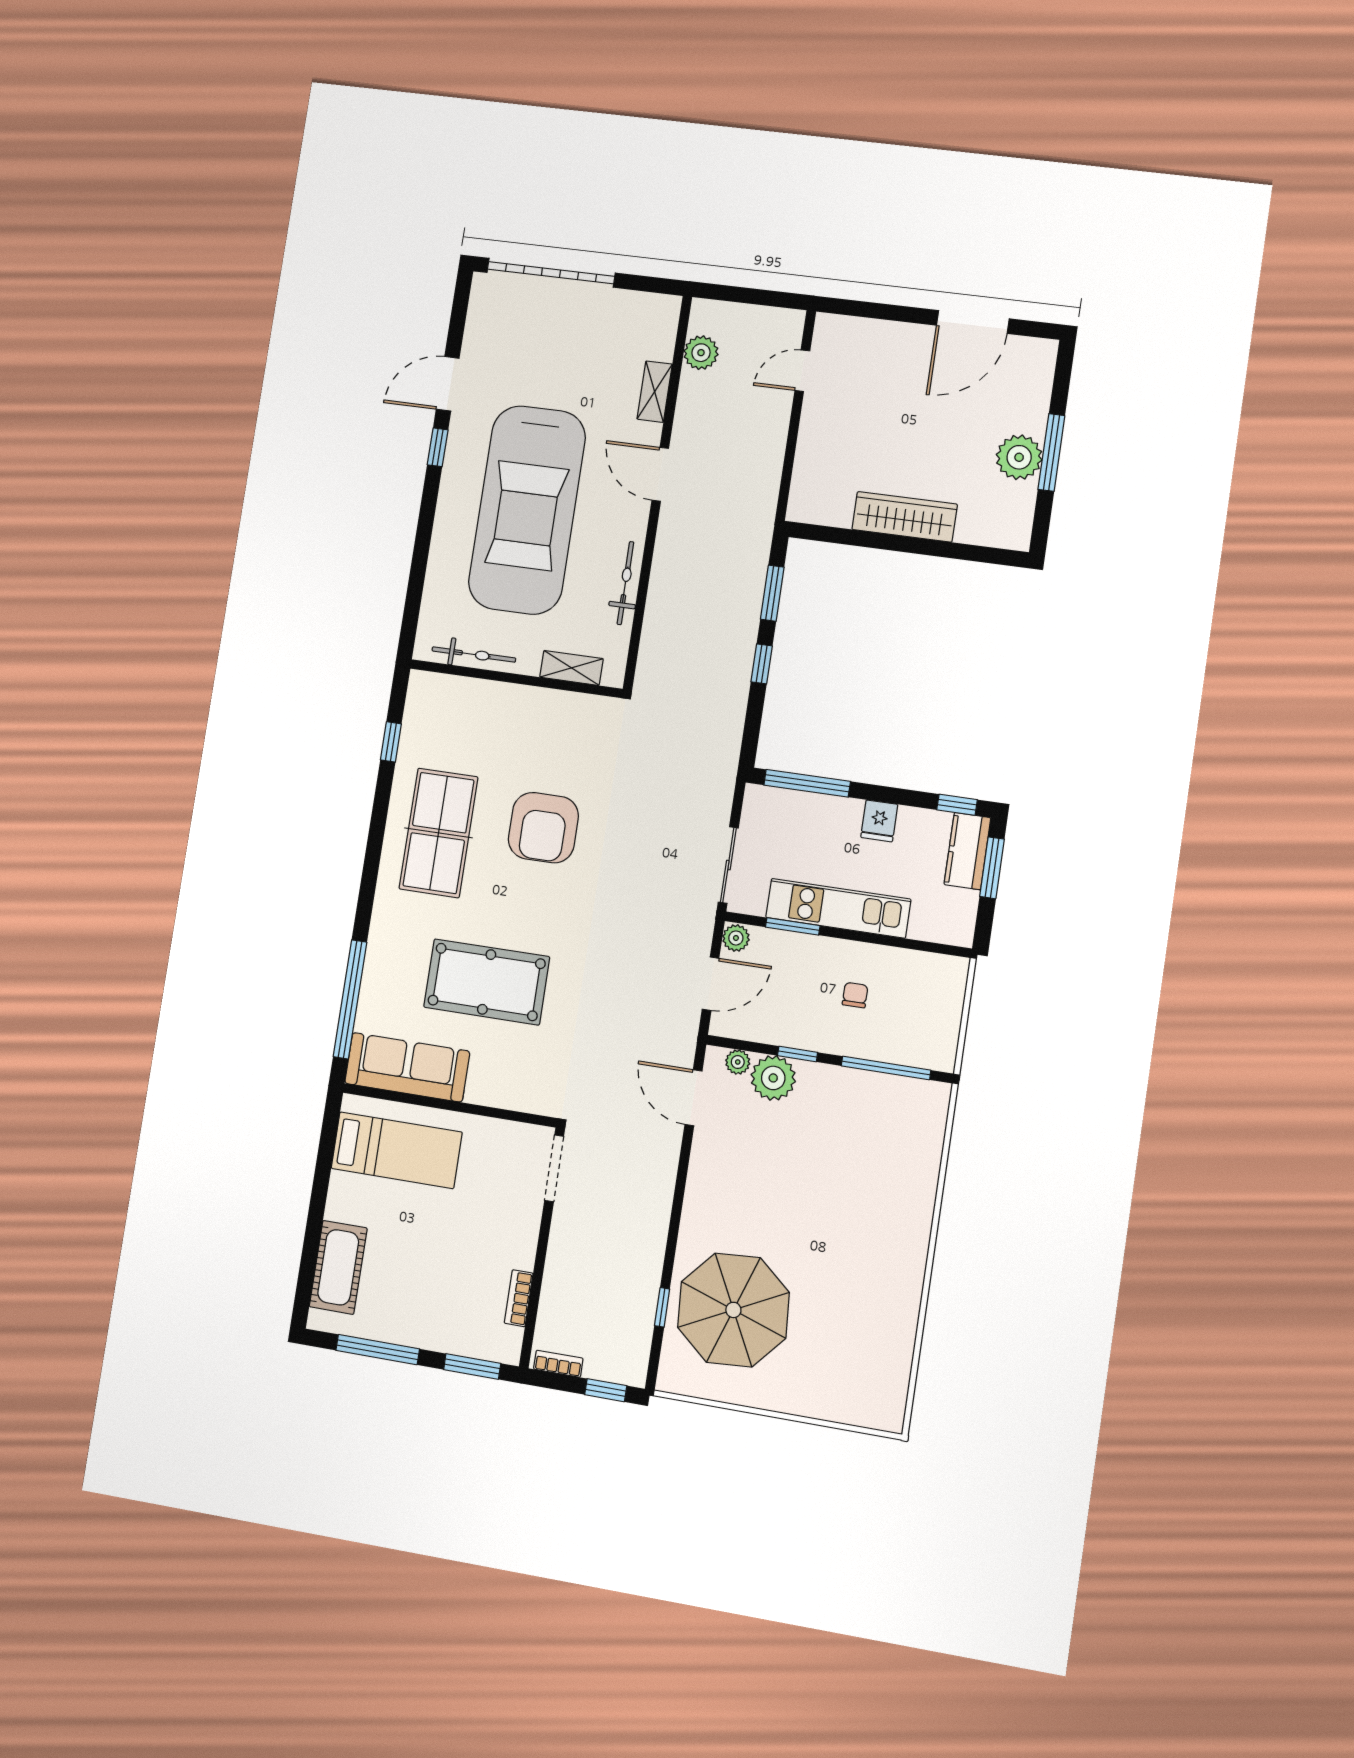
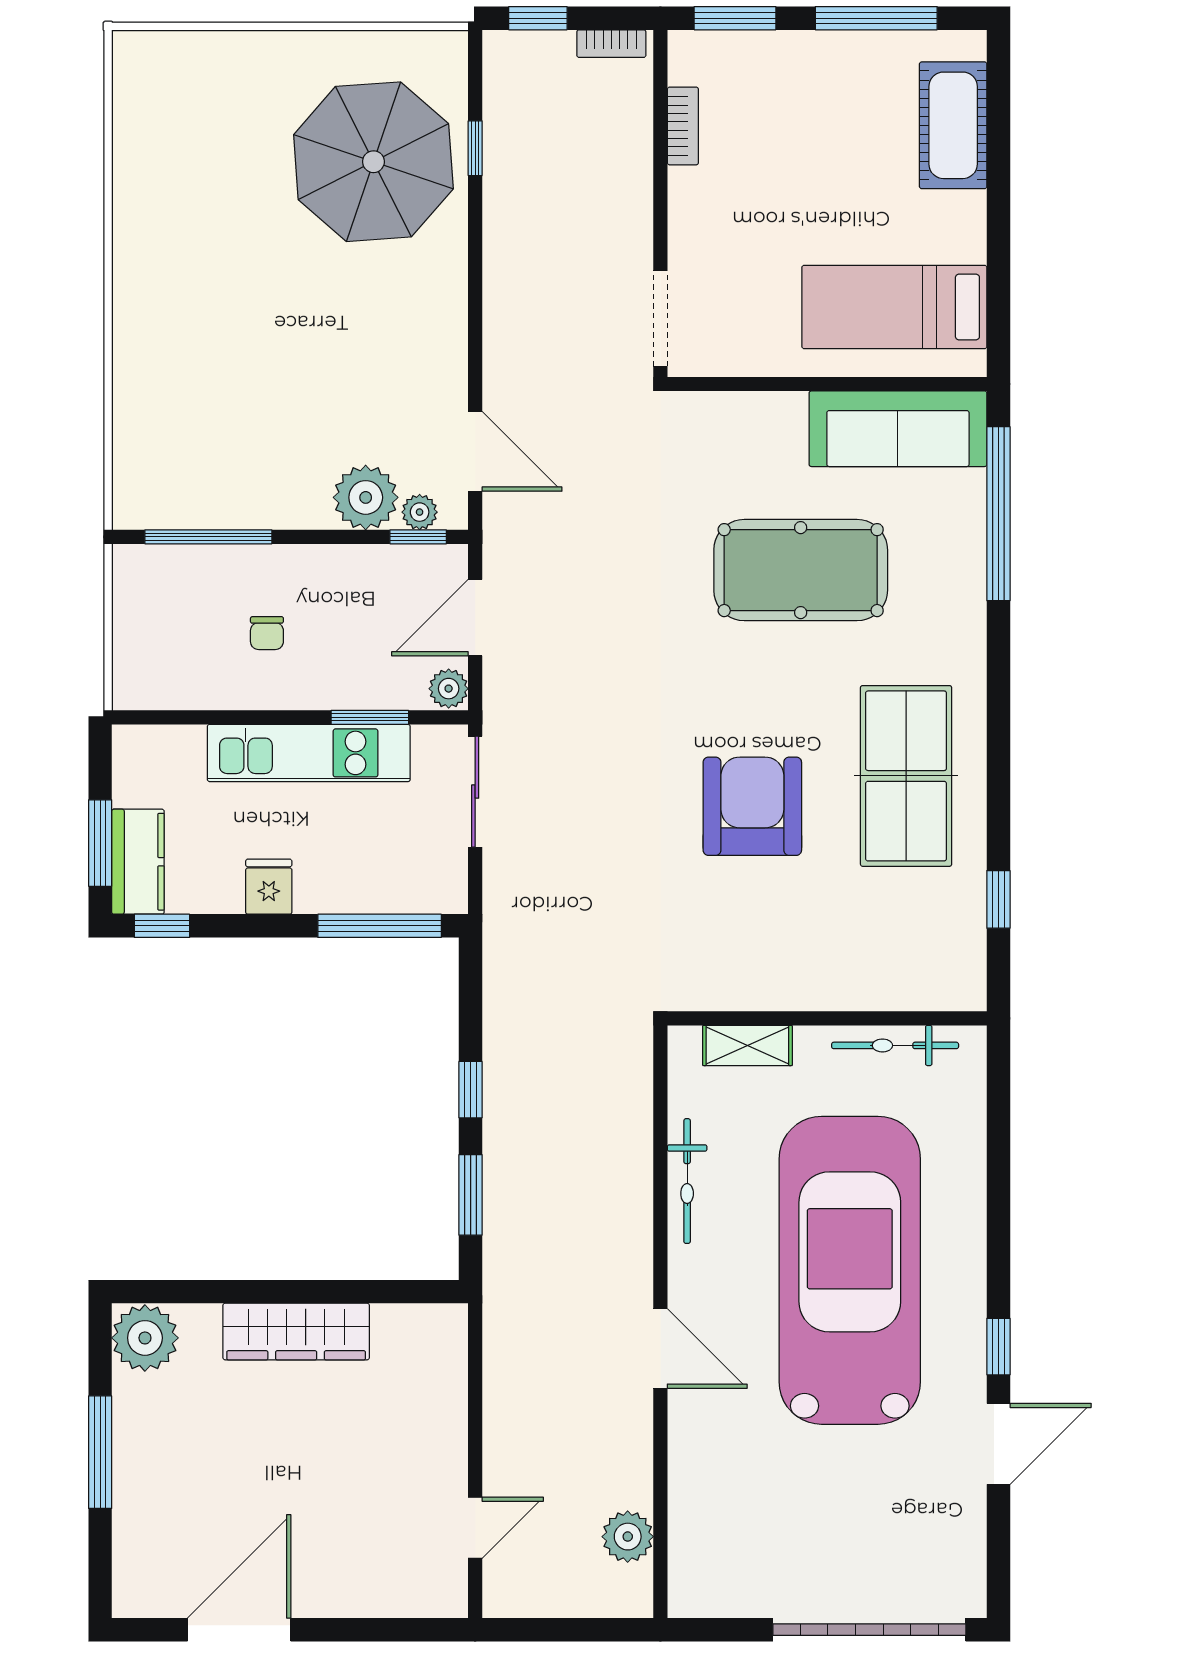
shelving: (655, 392) -> (687, 1470), removed
plant: (1019, 457) -> (145, 1338), moved
window: (798, 1054) -> (418, 537), moved

